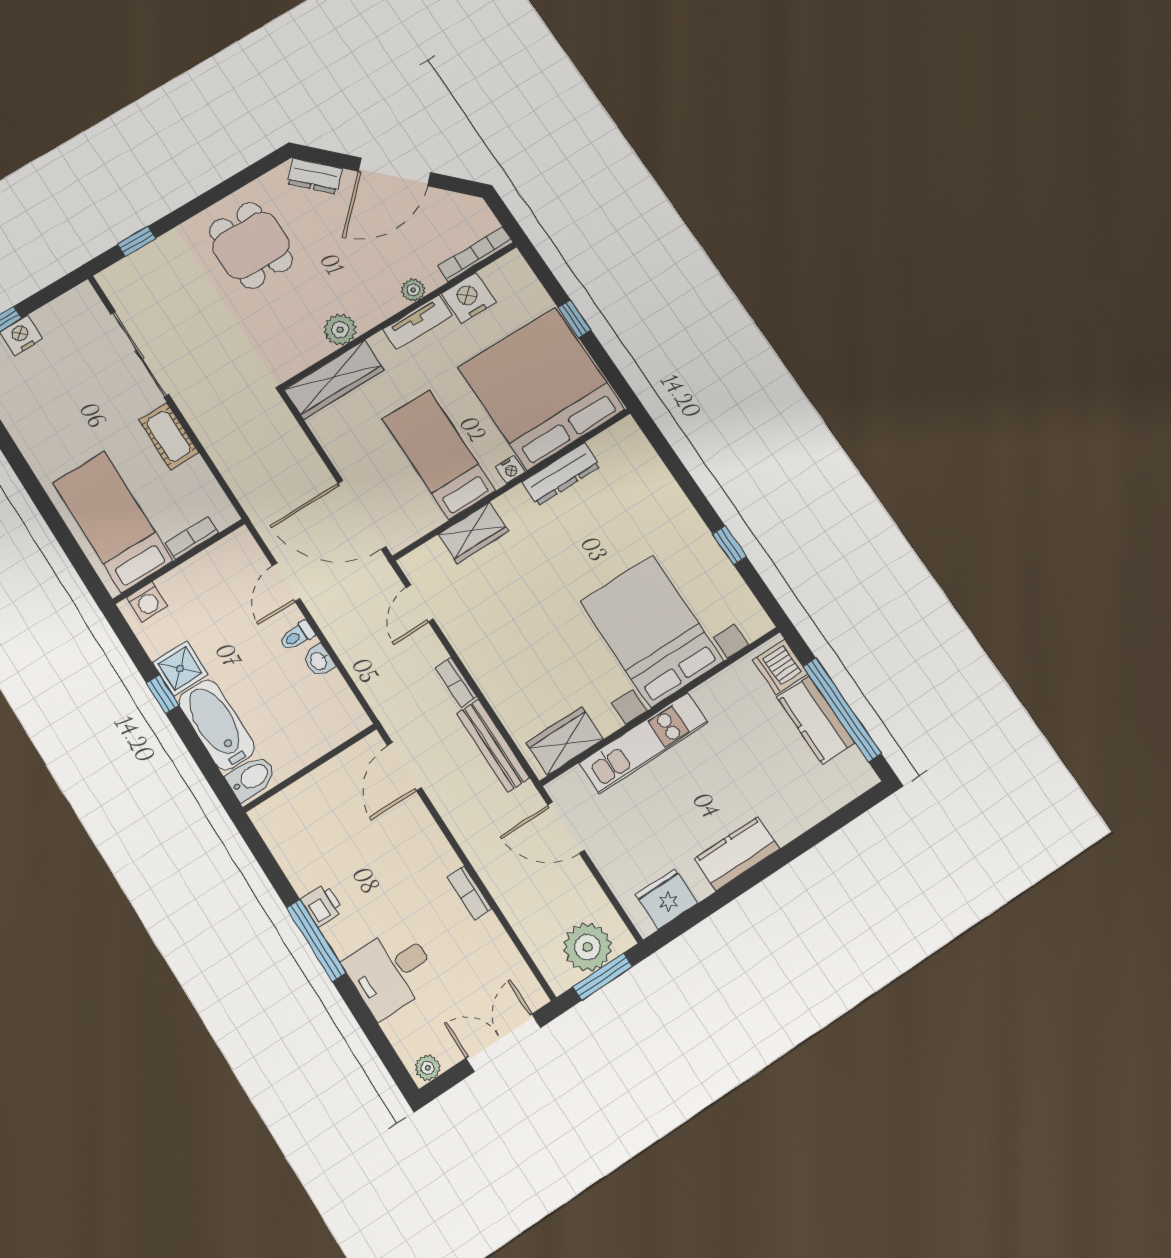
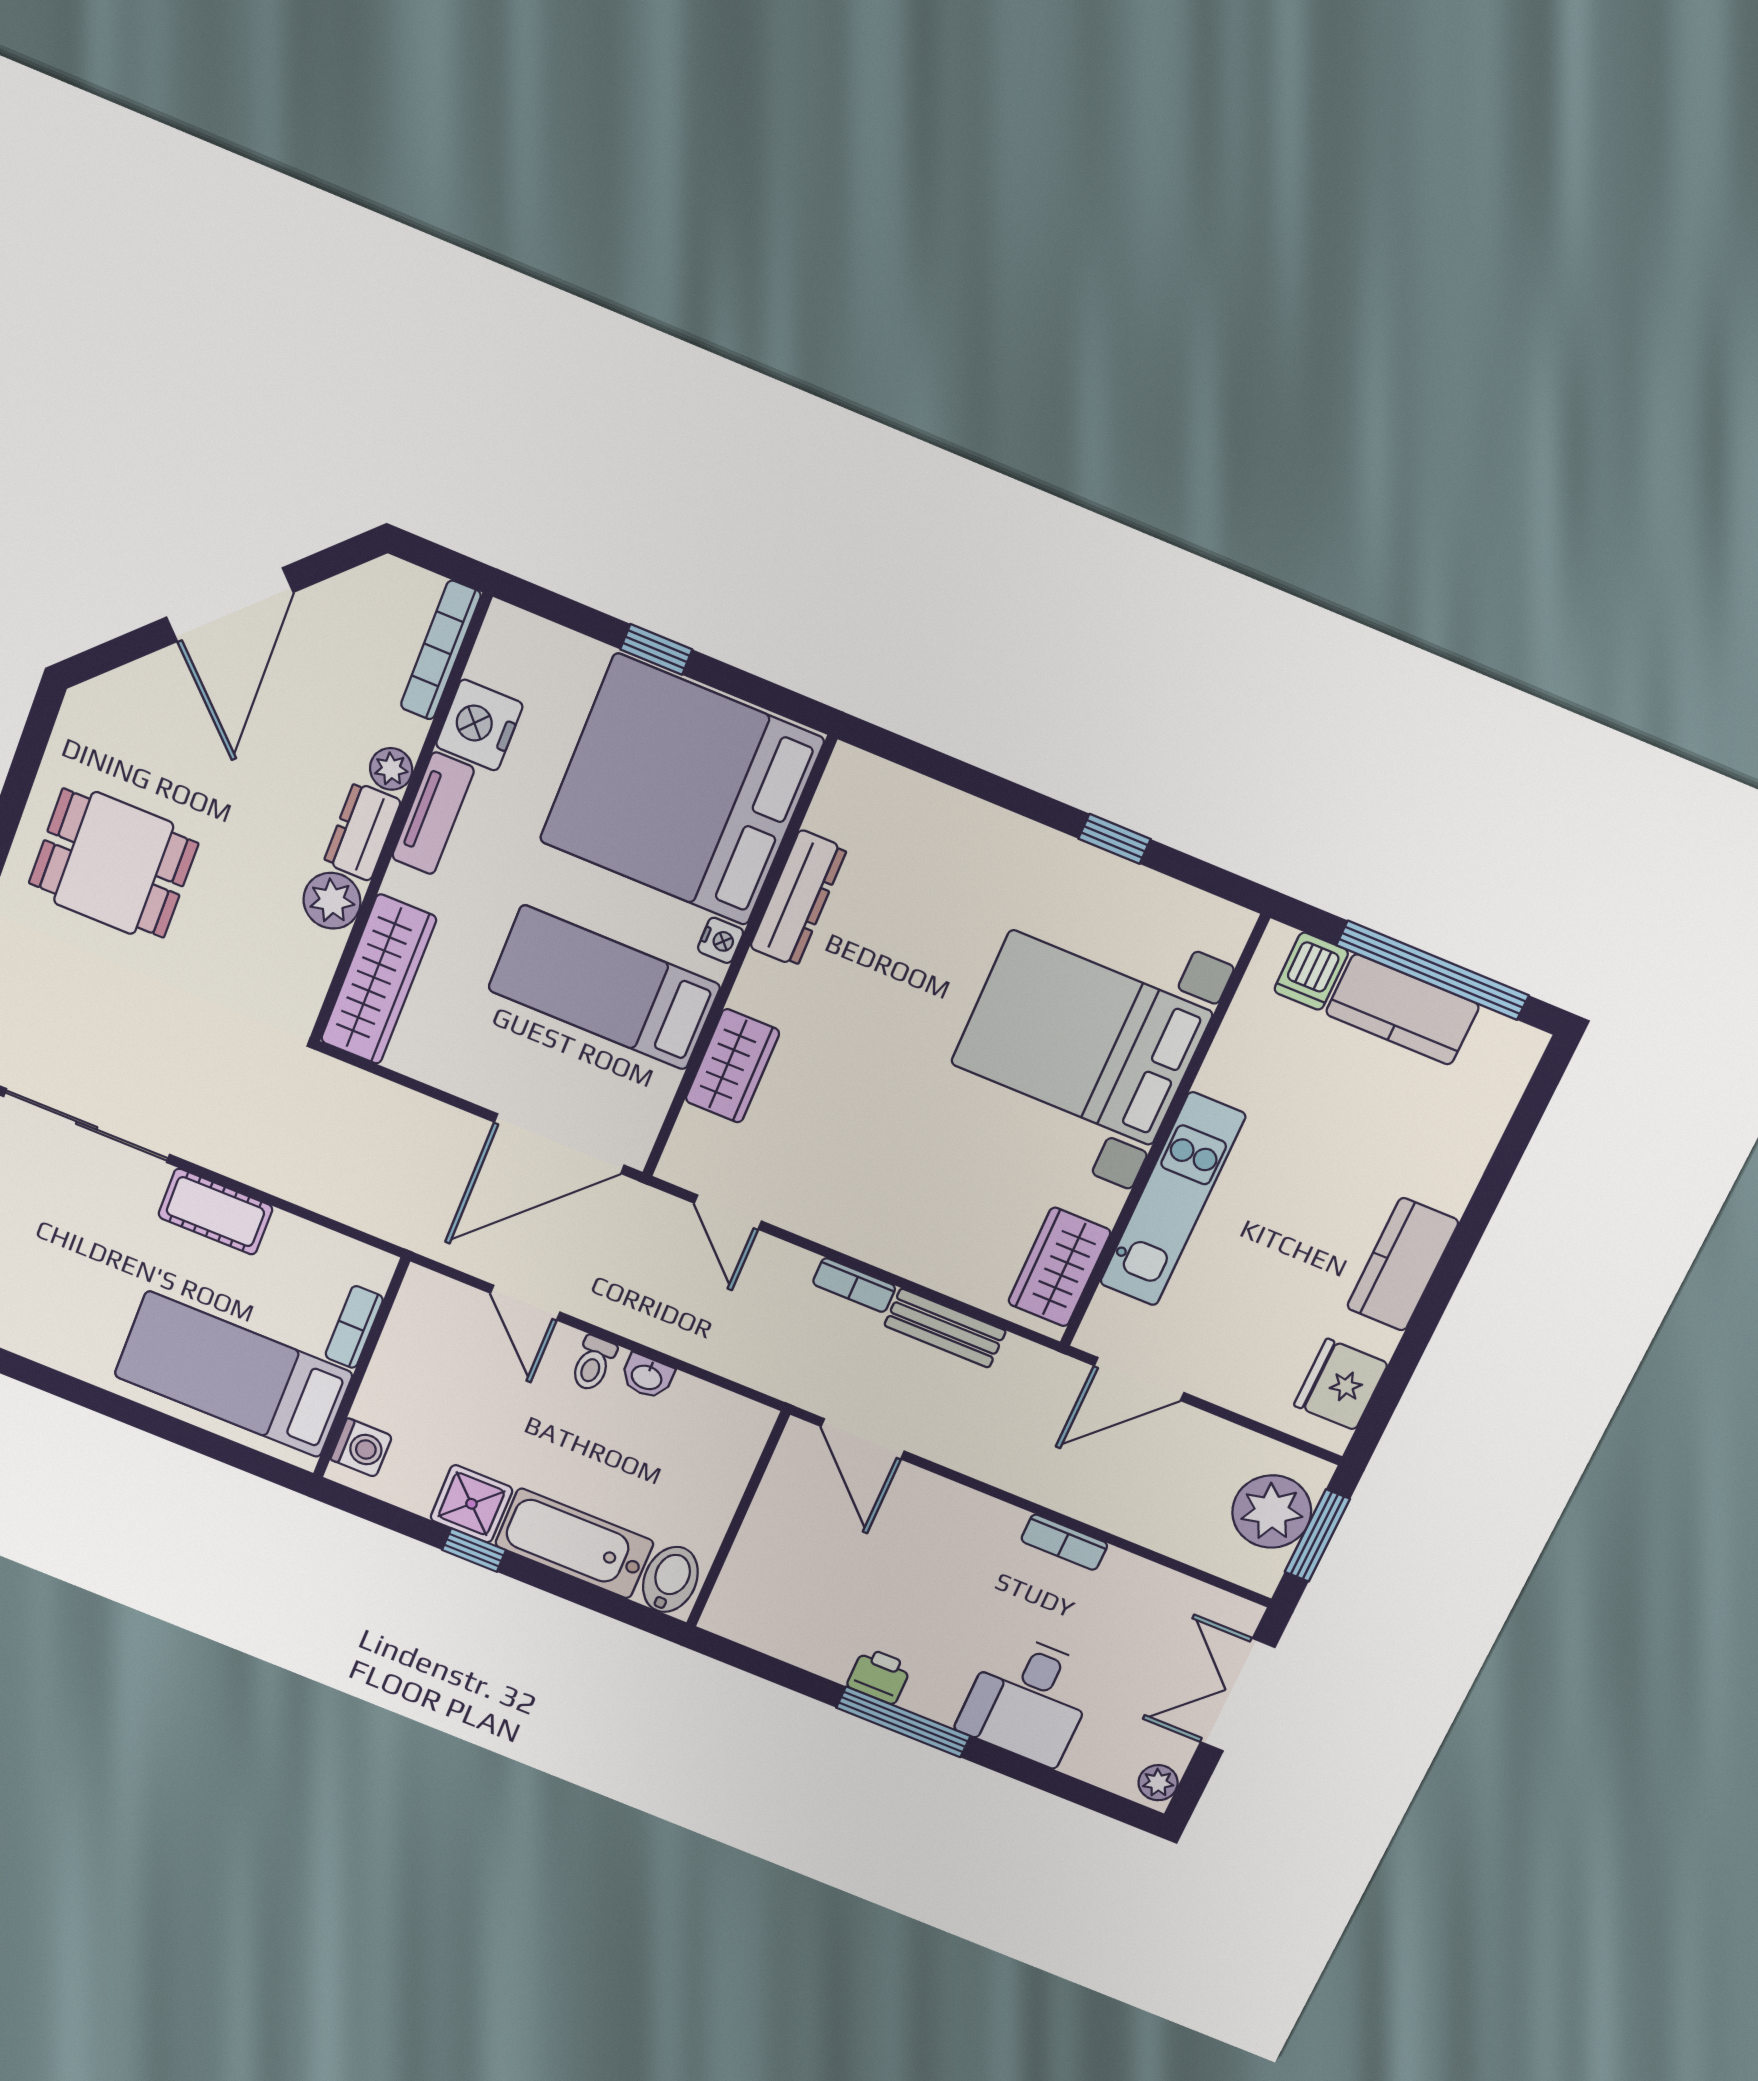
dresser: (315, 176) -> (362, 831), moved, turned 135
dishwasher: (780, 667) -> (1311, 971), width x0.73
bench: (493, 746) -> (945, 1328), width x0.73

